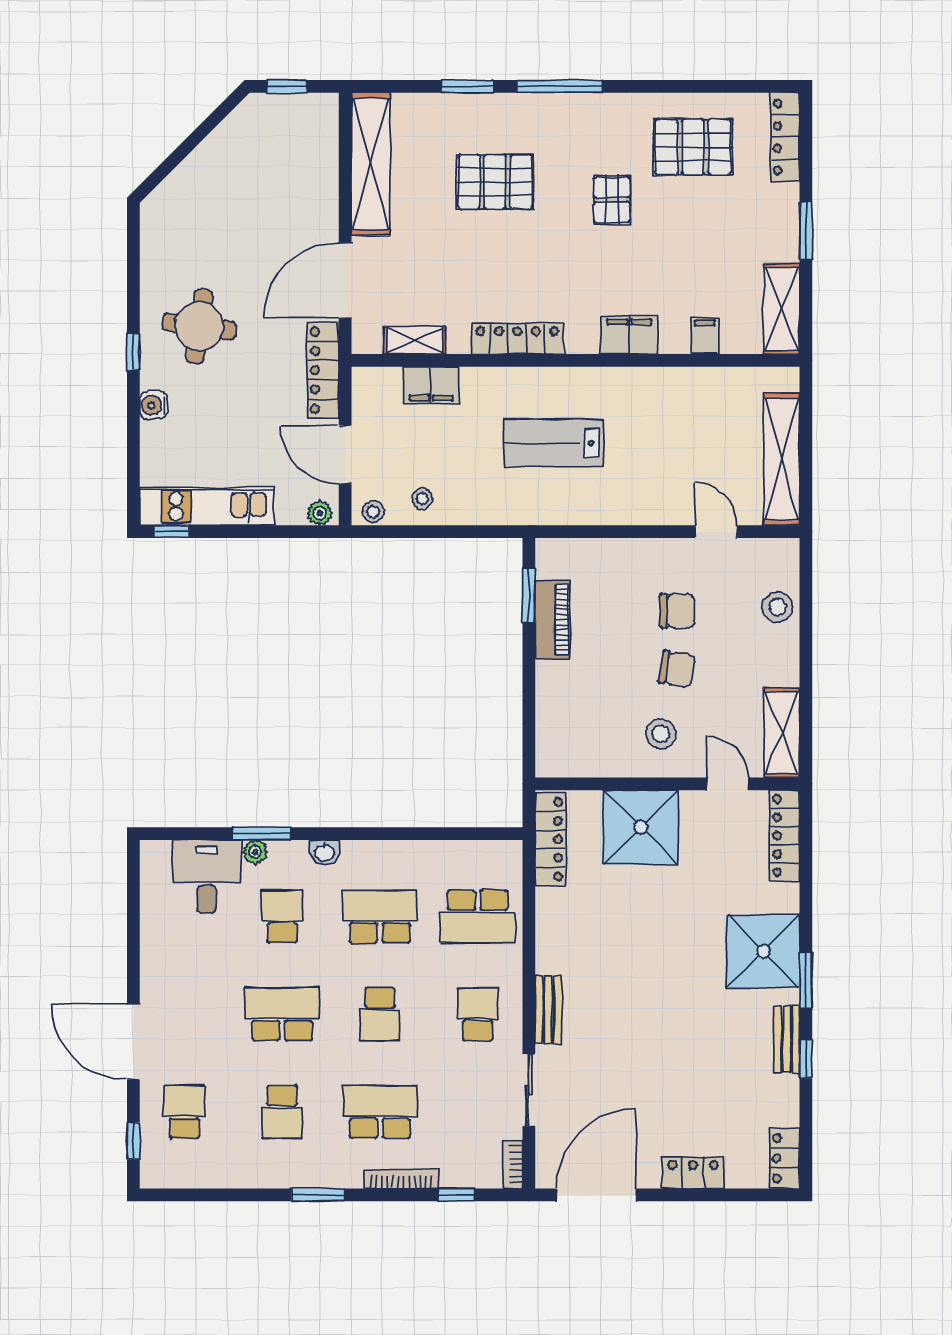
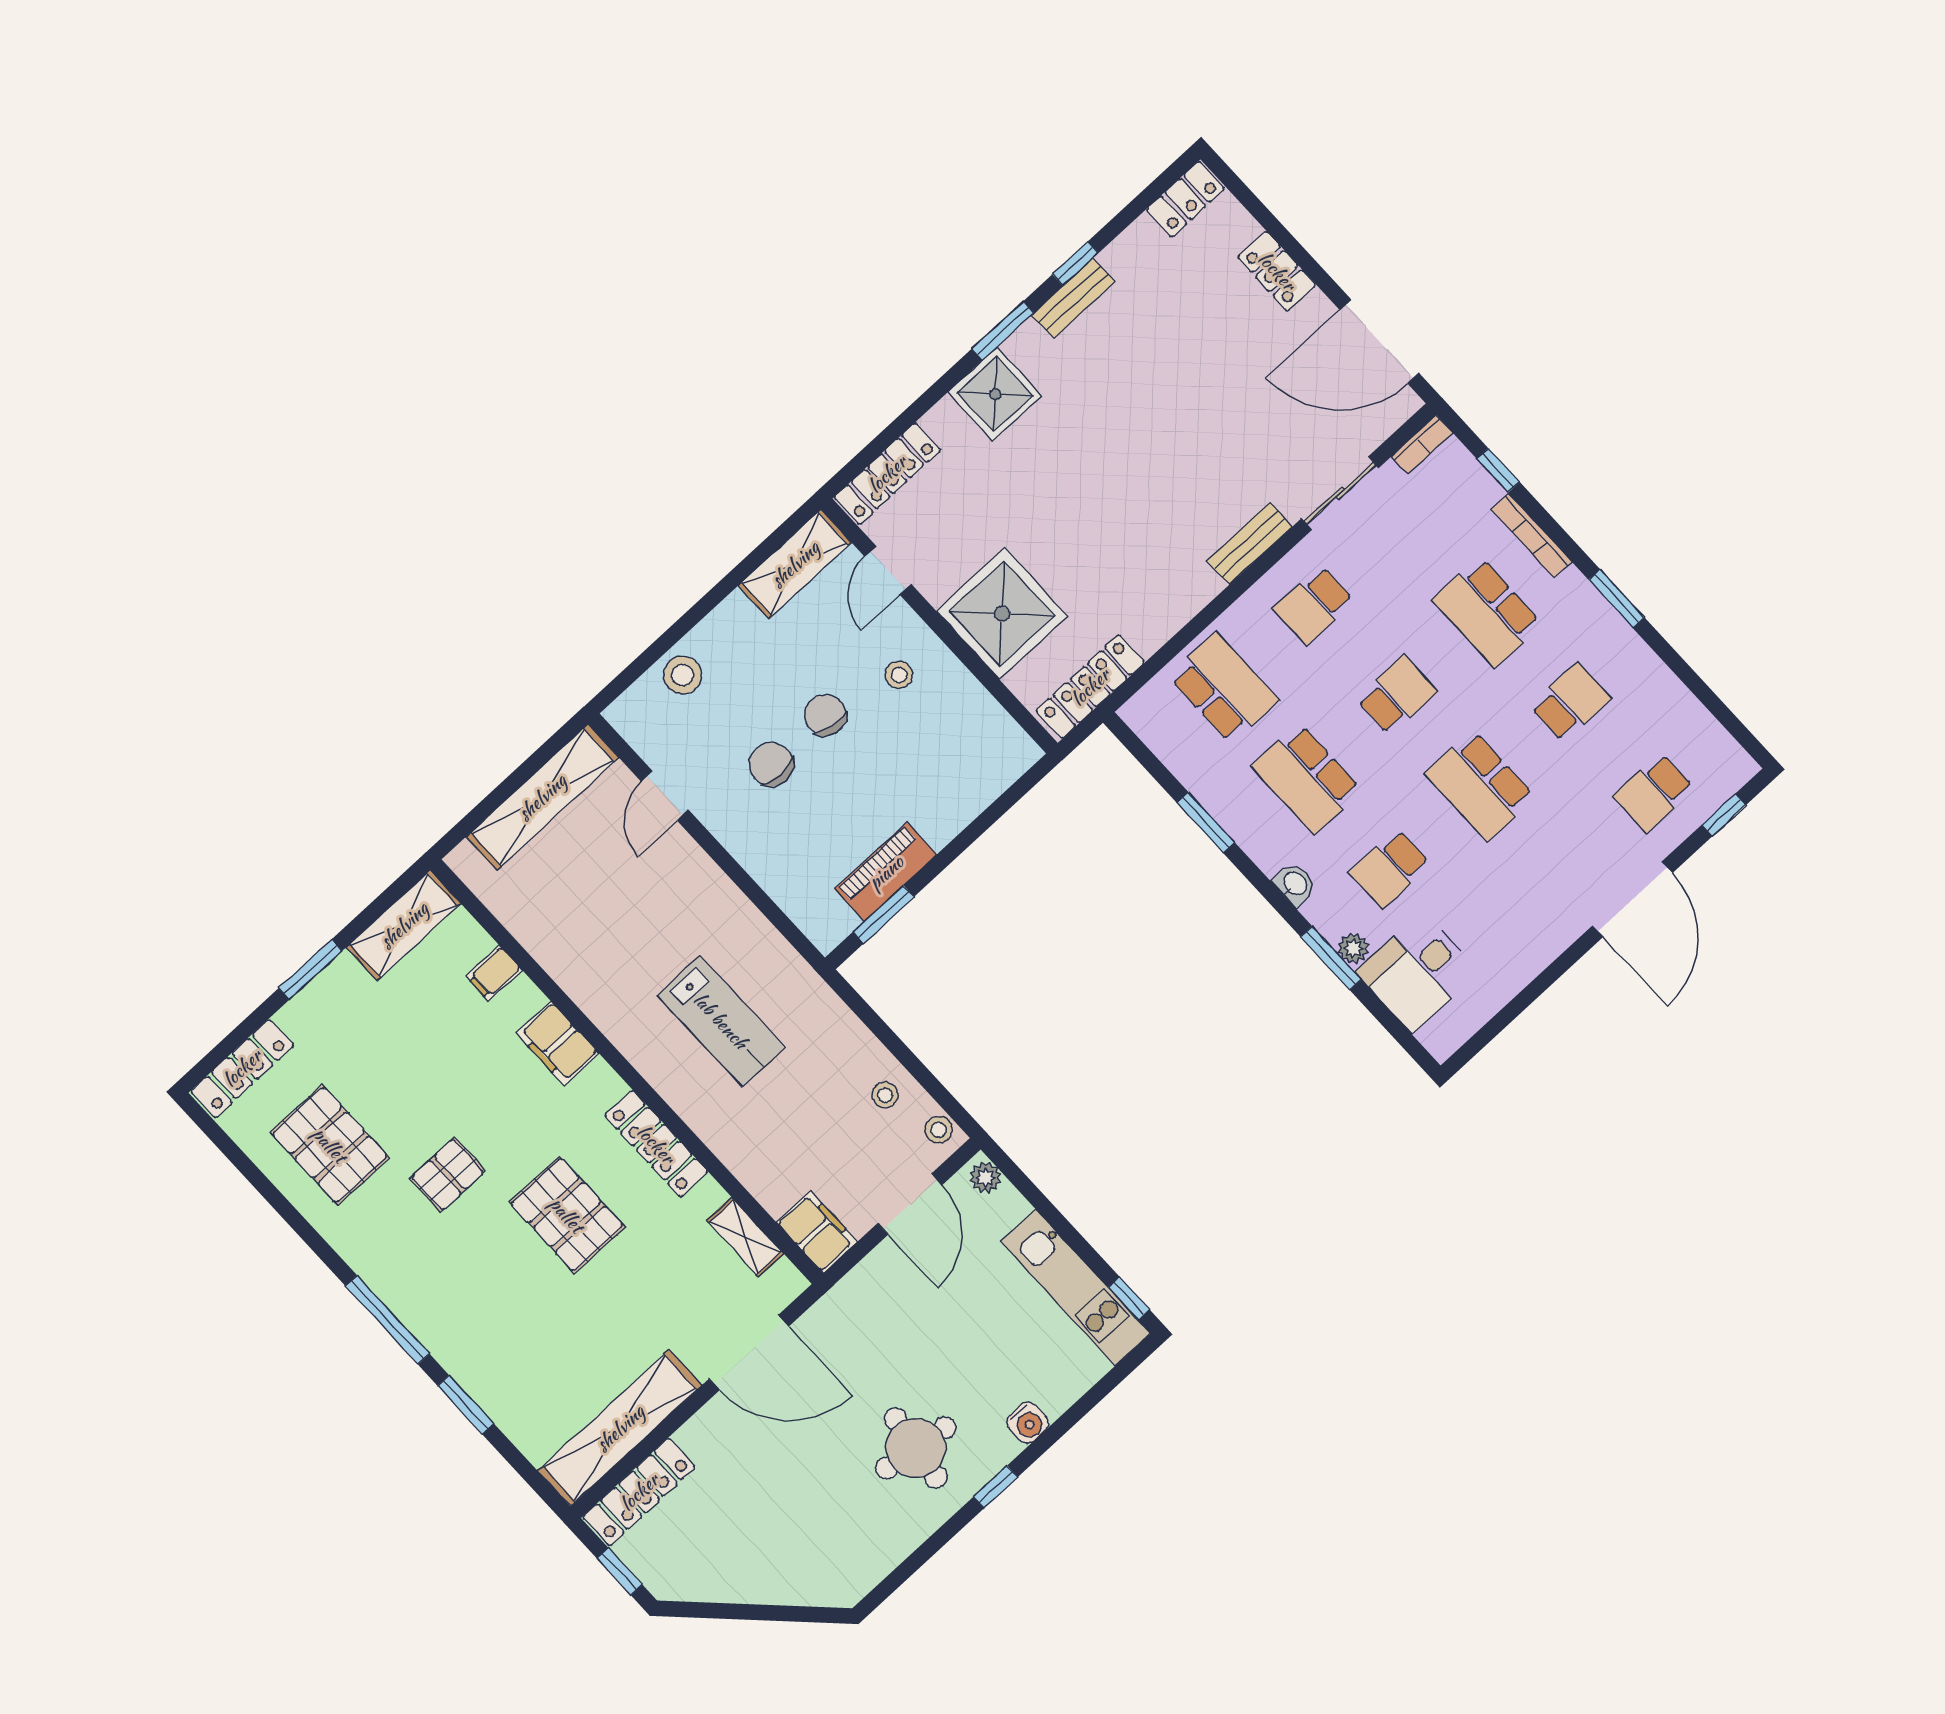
pallet: (495, 182) -> (567, 1215), moved
locker: (323, 370) -> (639, 1492), moved
filing cabinet: (431, 385) -> (817, 1232), moved
stool: (661, 734) -> (899, 675), width x0.73, depth x0.73
window: (409, 834) -> (1206, 823), added
shower: (763, 951) -> (995, 394), width x0.73, depth x0.73

